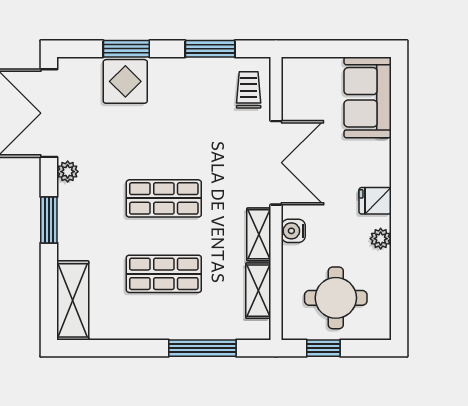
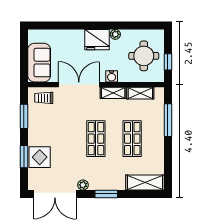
sofa: (368, 97) -> (39, 63), moved, turned -90
fridge: (375, 201) -> (97, 40), width x1.88, depth x1.34

